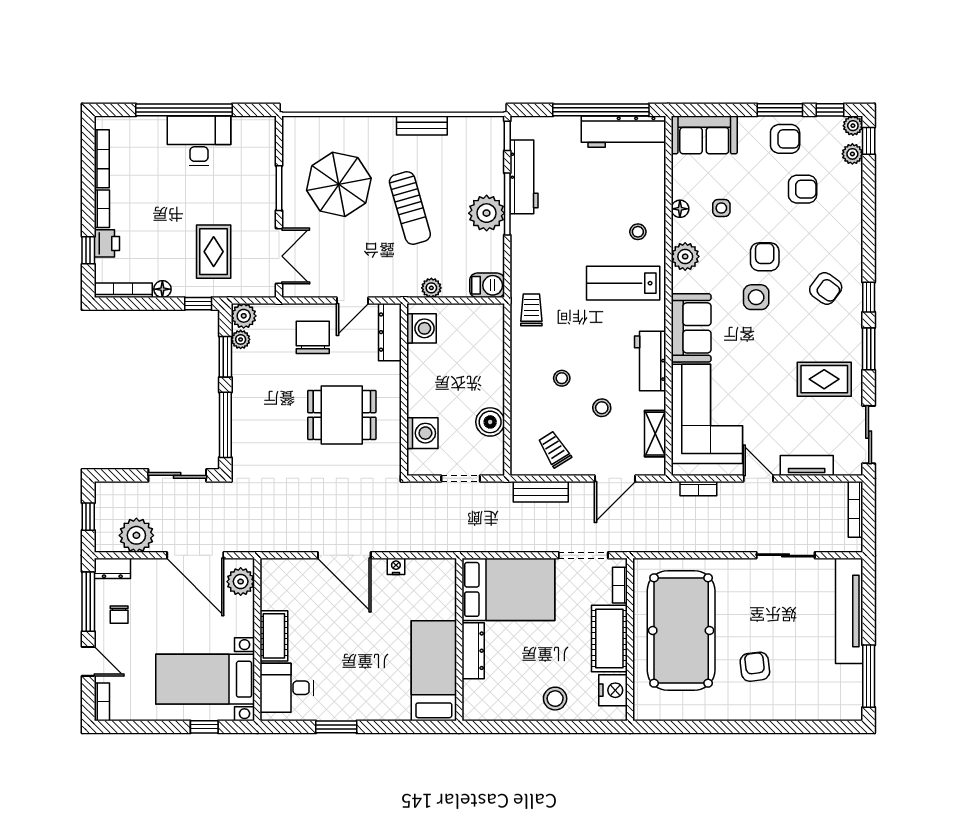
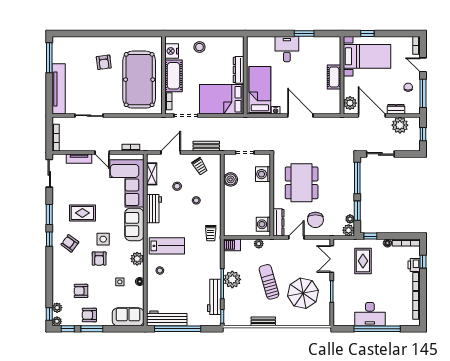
rug: (824, 379) -> (82, 213), moved
dining table: (342, 415) -> (302, 183), width x1.38
dresser: (112, 568) -> (396, 109), moved
bed: (434, 671) -> (260, 90), moved, turned 180
desk: (287, 688) -> (287, 49), moved, turned -90

